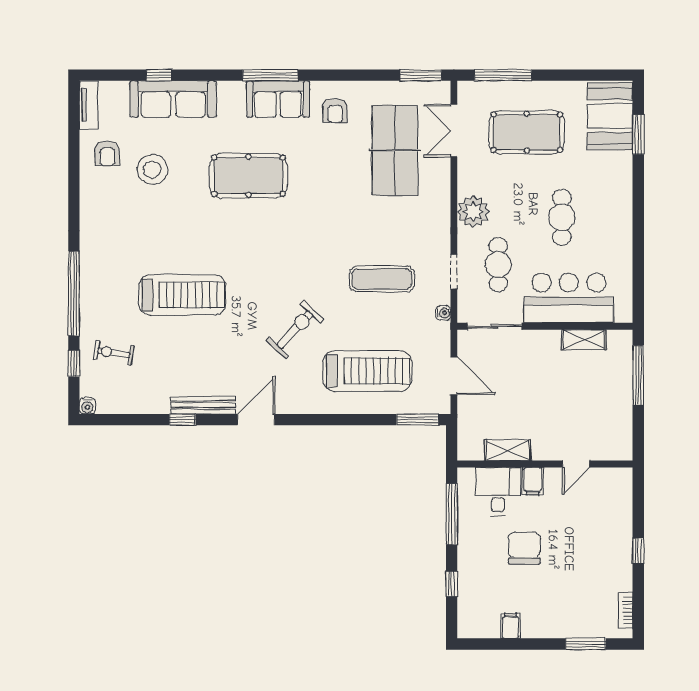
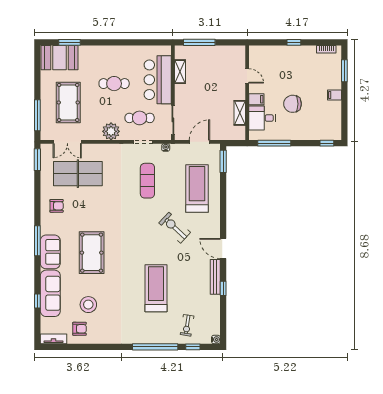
sofa: (278, 99) -> (50, 252), moved
window: (452, 584) -> (327, 143), moved
filing cabinet: (510, 626) -> (334, 95), moved

